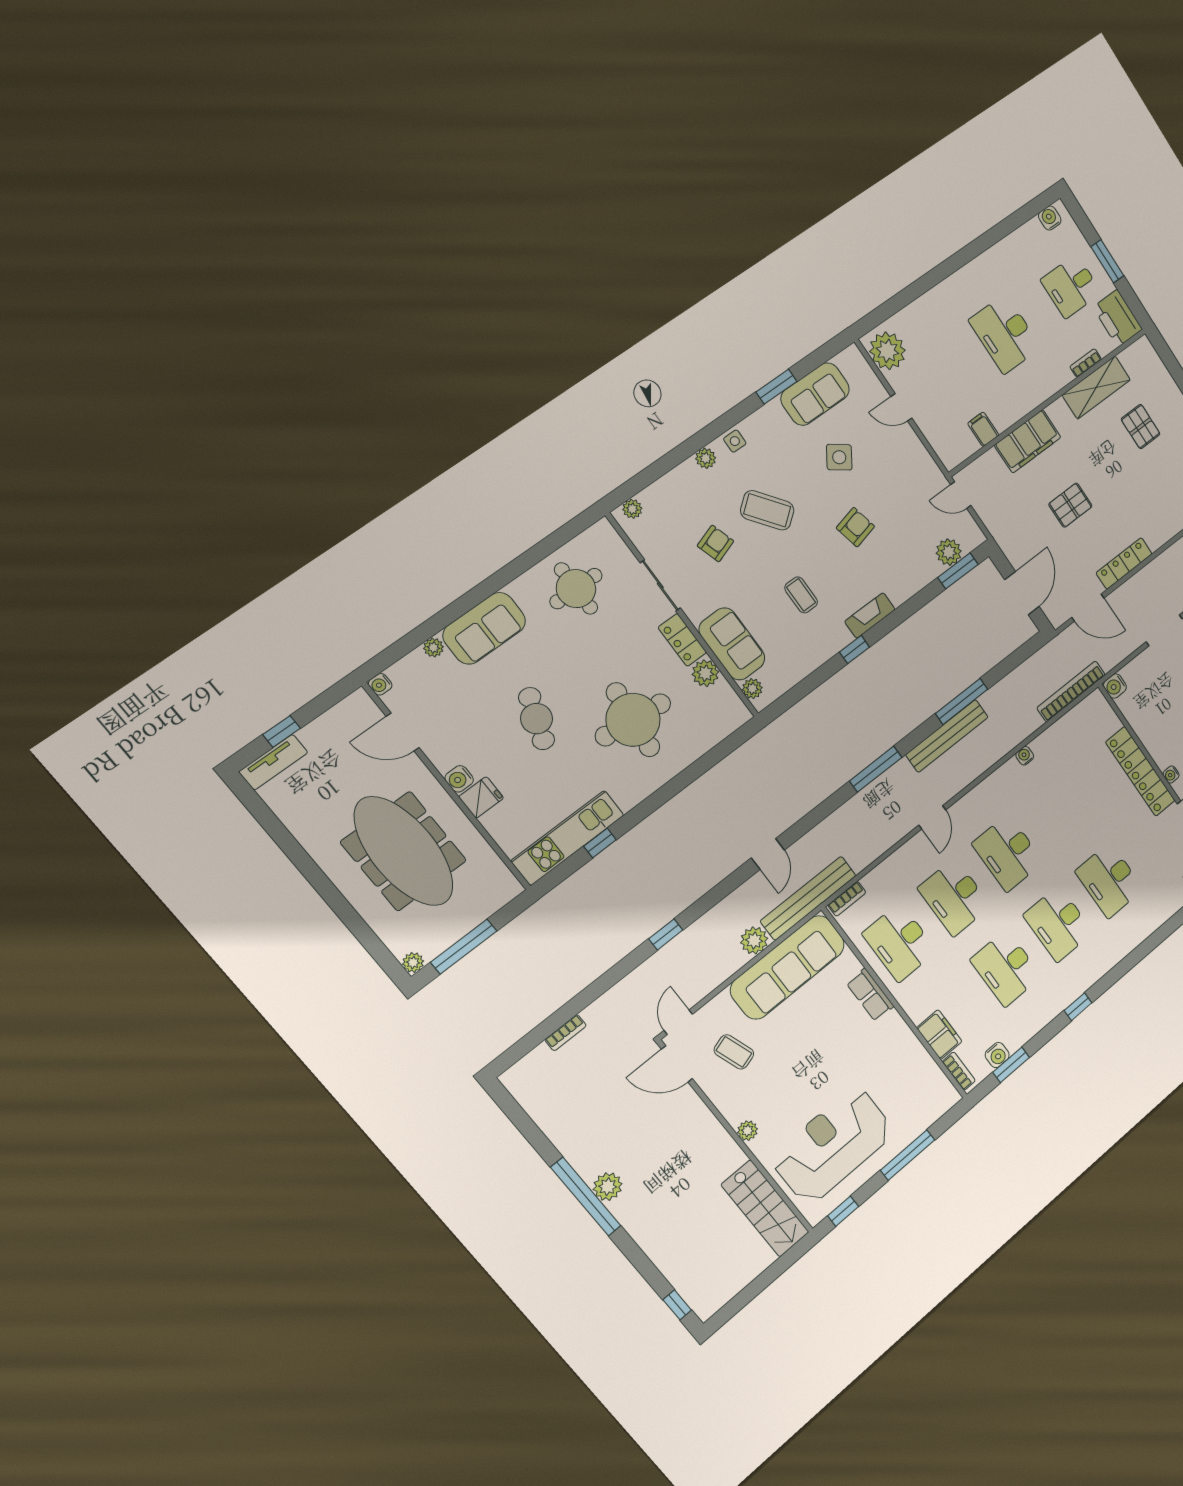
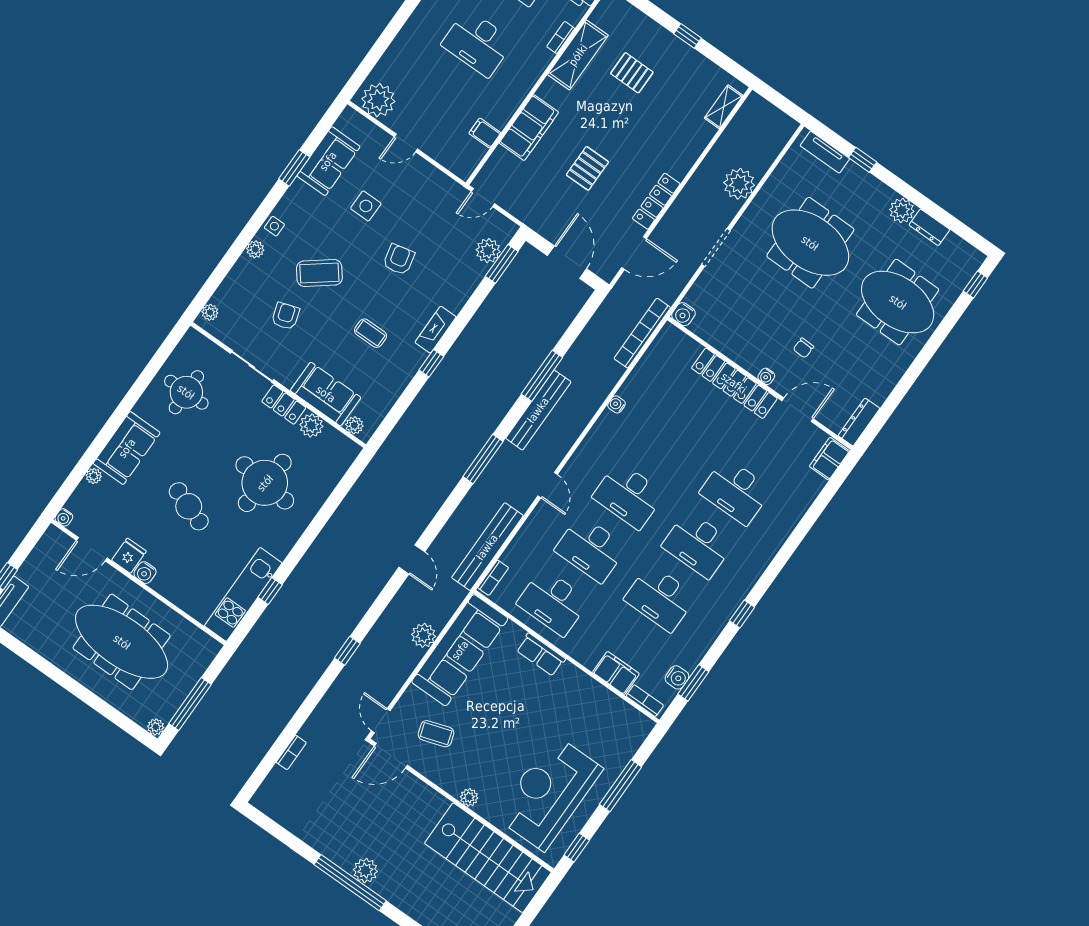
side table: (839, 457) -> (366, 206), turned -35
fridge: (481, 797) -> (129, 556), moved
bench: (808, 898) -> (487, 547), moved
stairs: (765, 1209) -> (488, 858), width x1.36, depth x1.51

